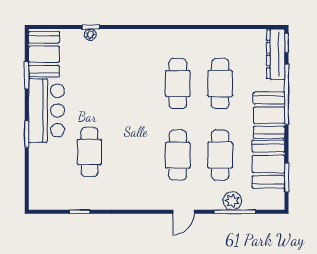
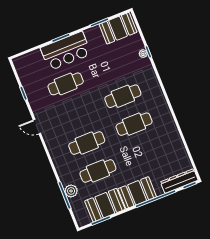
cafe table: (220, 83) -> (123, 96), moved
bar counter: (46, 110) -> (66, 51), moved
door: (184, 212) -> (37, 127), moved

